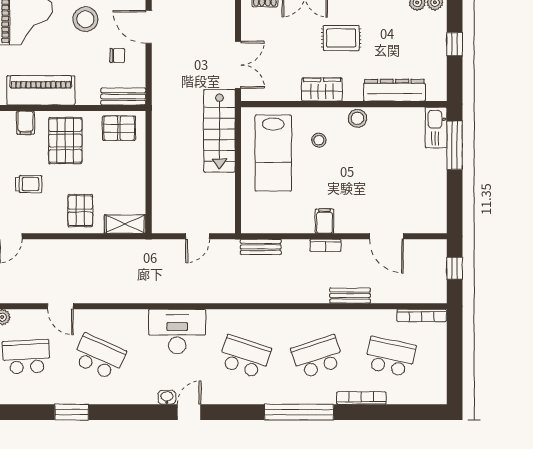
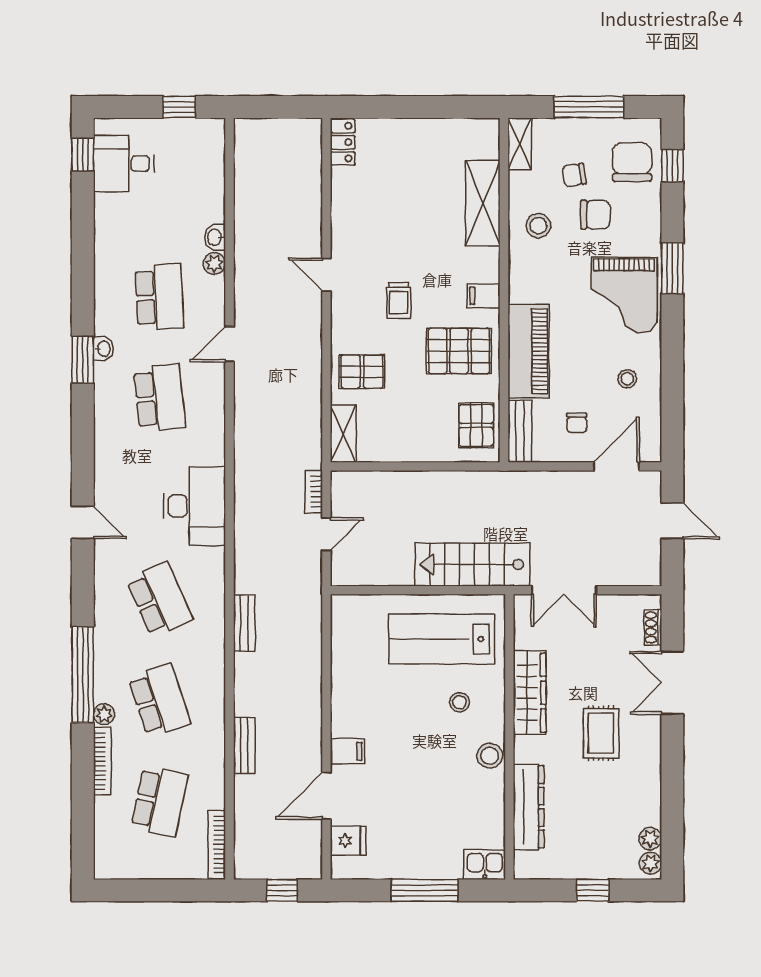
stool: (85, 19) -> (627, 379), width x0.53, depth x0.53
piano: (41, 90) -> (529, 351), moved
wardrobe: (322, 90) -> (530, 693), width x1.50
kitchen sink: (436, 127) -> (485, 865), width x0.73
window: (455, 145) -> (425, 890), moved
filing cabinet: (324, 221) -> (347, 751), moved
fridge: (419, 221) -> (348, 841), added
door: (198, 236) -> (326, 534), swing flipped
bookcase: (325, 245) -> (314, 492), moved
bench: (261, 247) -> (244, 623), moved
school desk: (99, 357) -> (159, 398), turned -30
school desk: (245, 357) -> (159, 600), turned -42
washbasin: (167, 397) -> (103, 349), moved
plant: (328, 397) -> (104, 714), added

